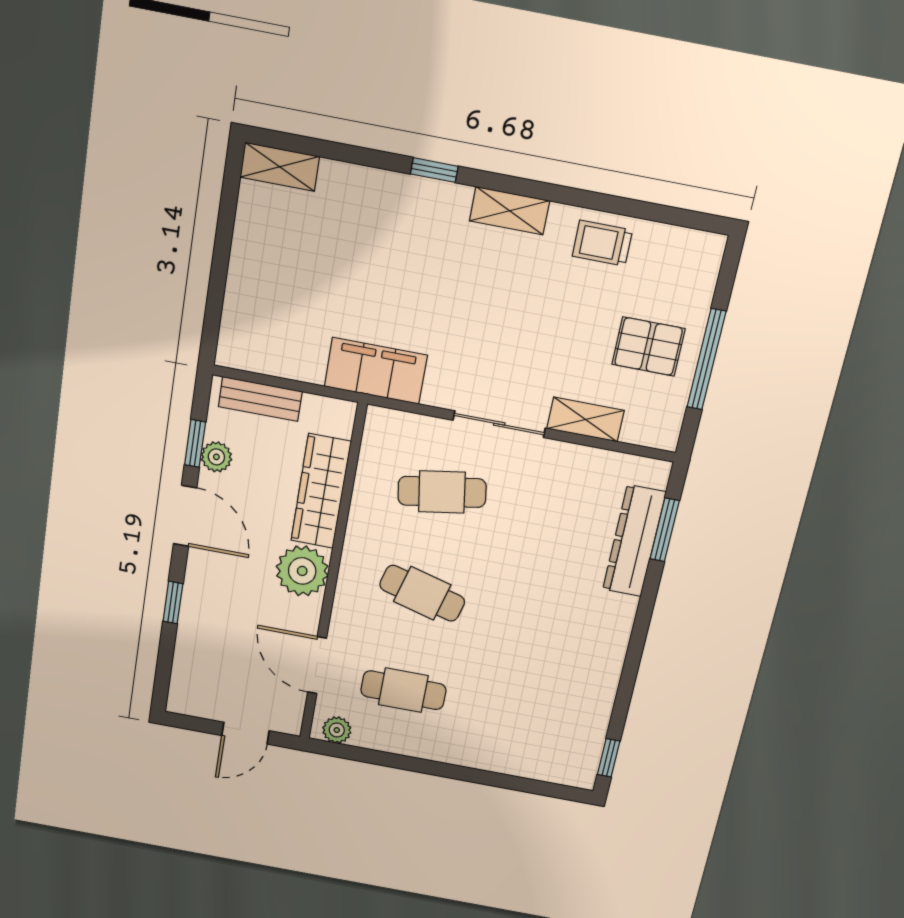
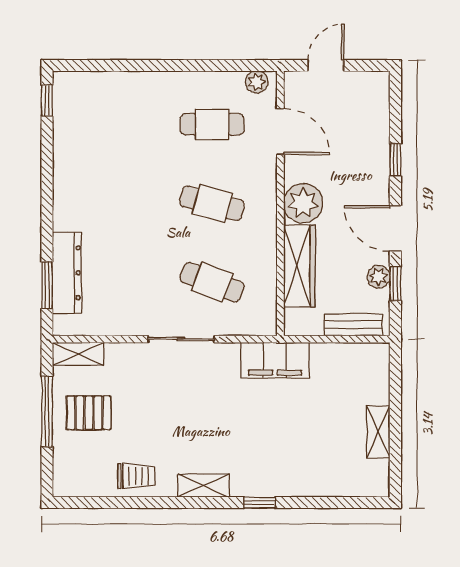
shelving: (280, 167) -> (378, 432), moved, turned 90
shelving: (585, 419) -> (78, 354), moved
cafe table: (442, 492) -> (212, 282), turned 30

